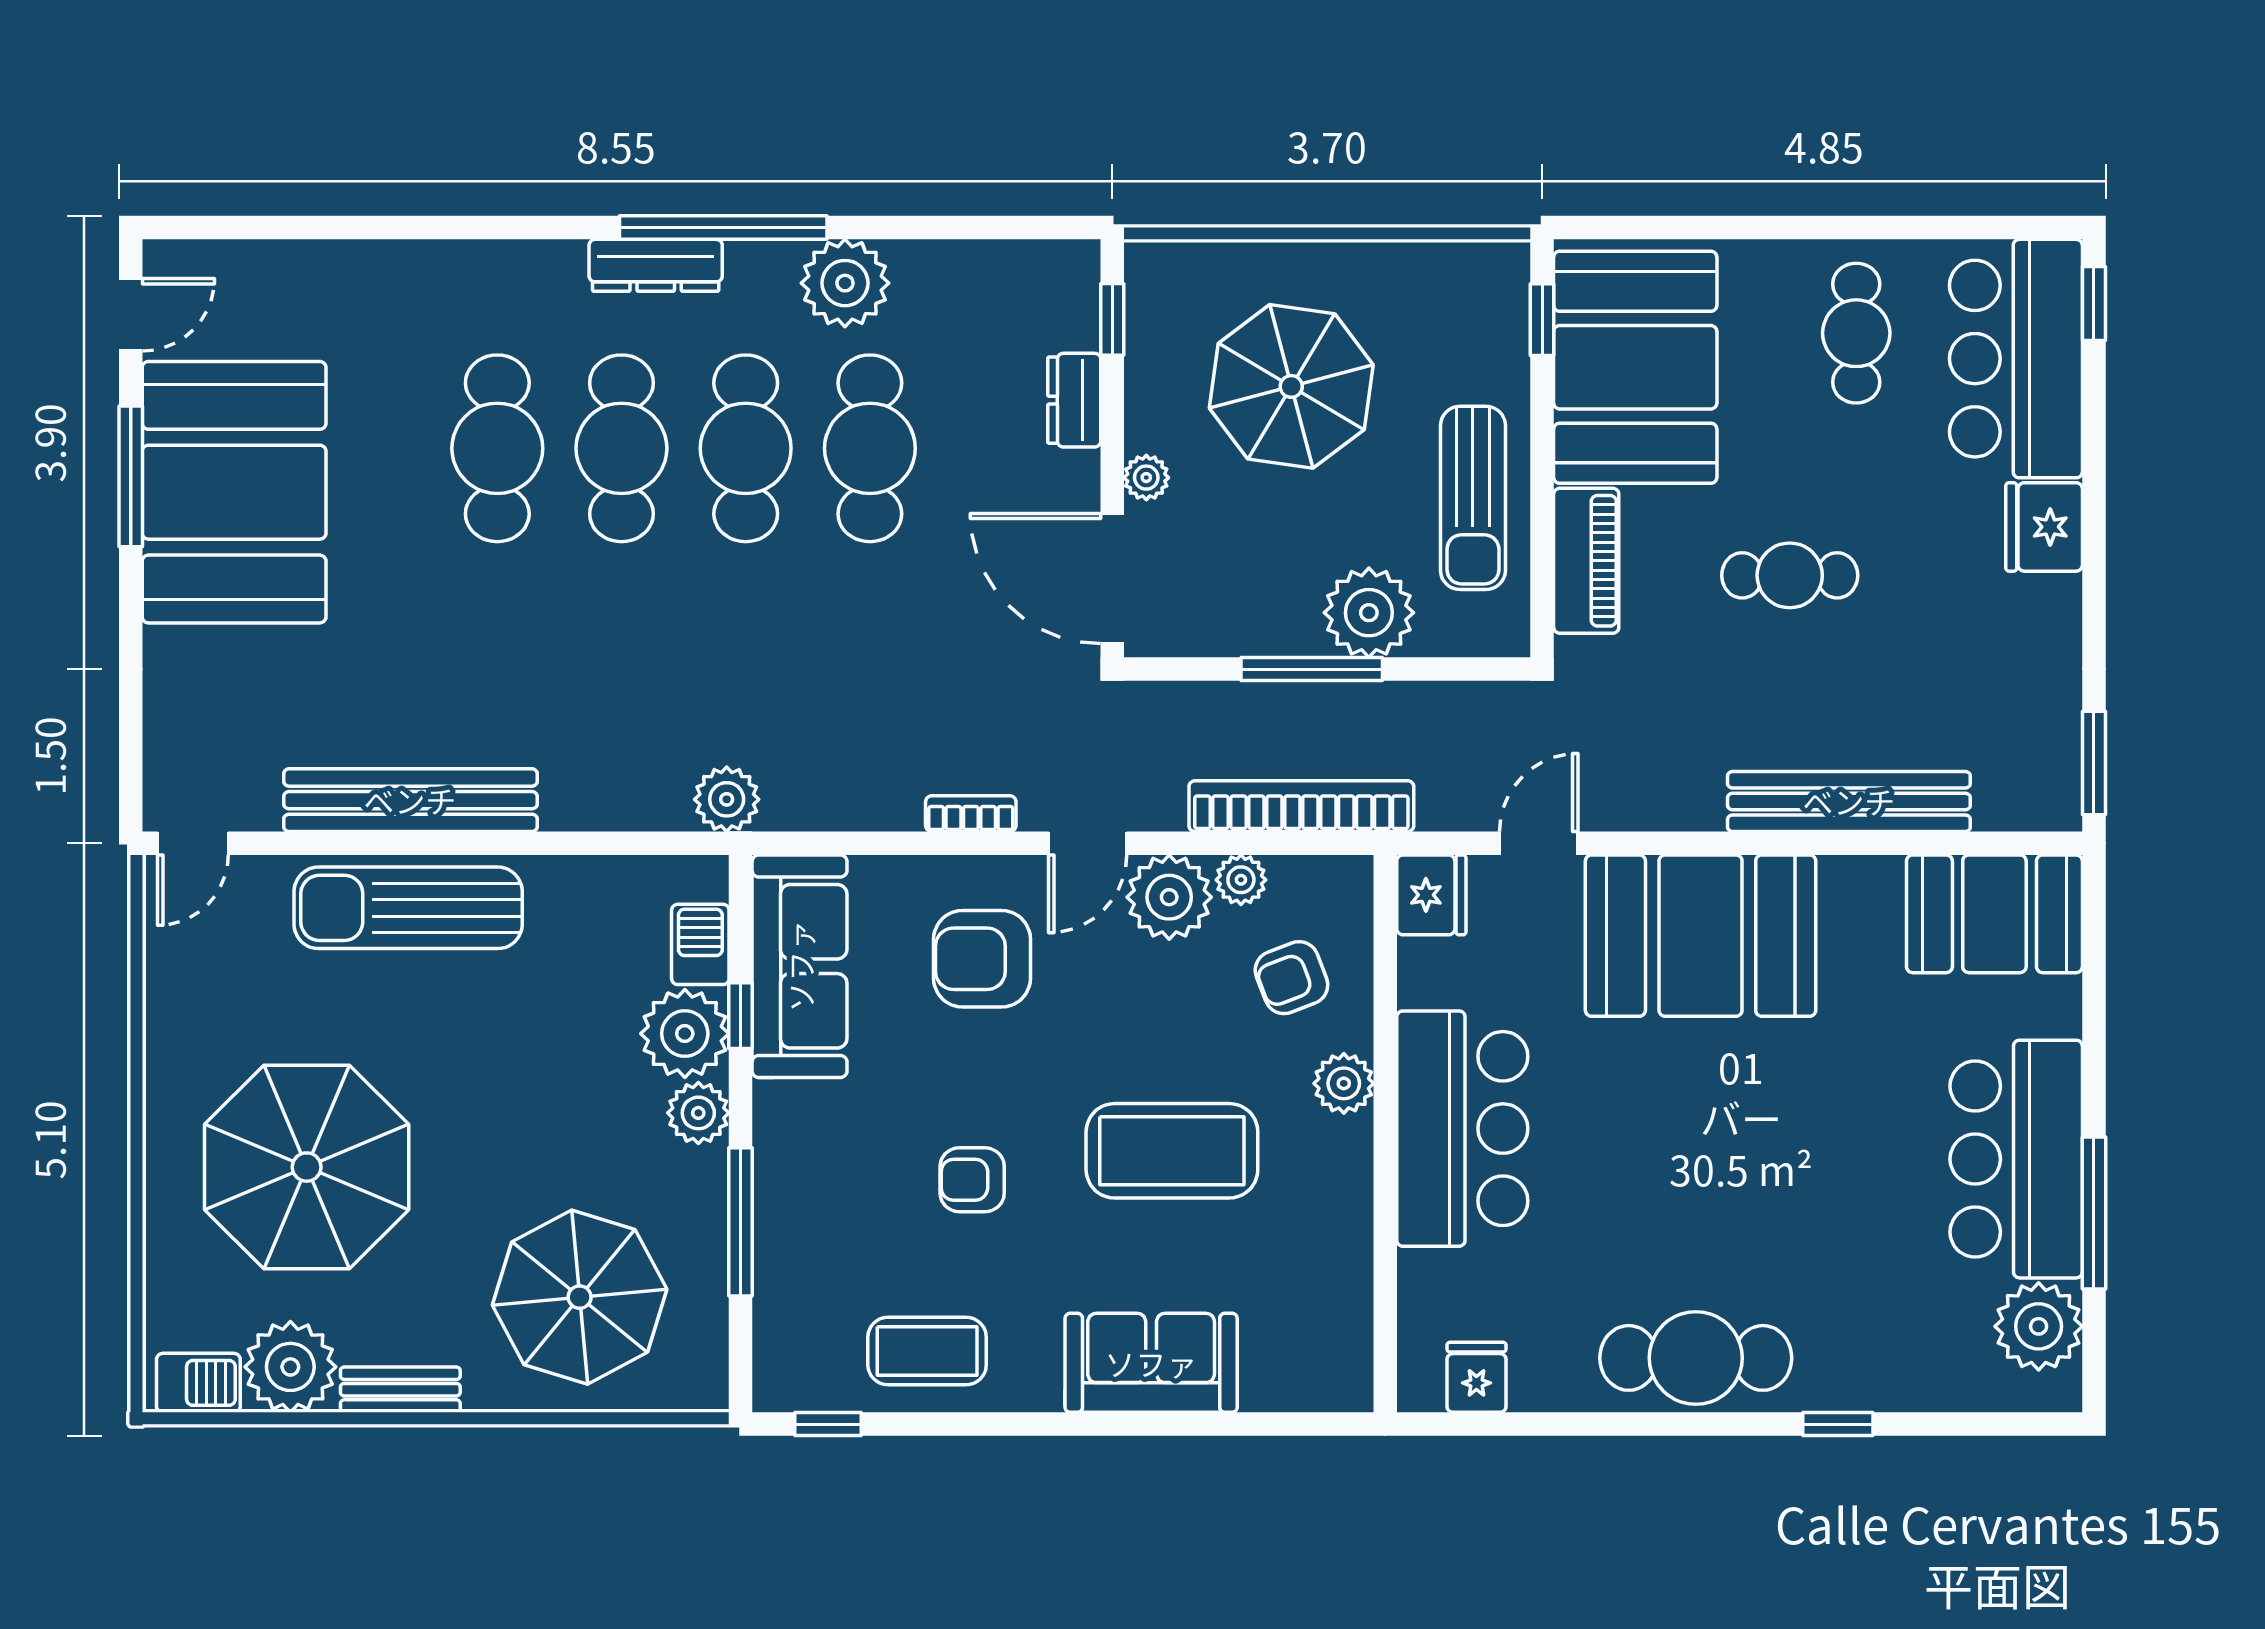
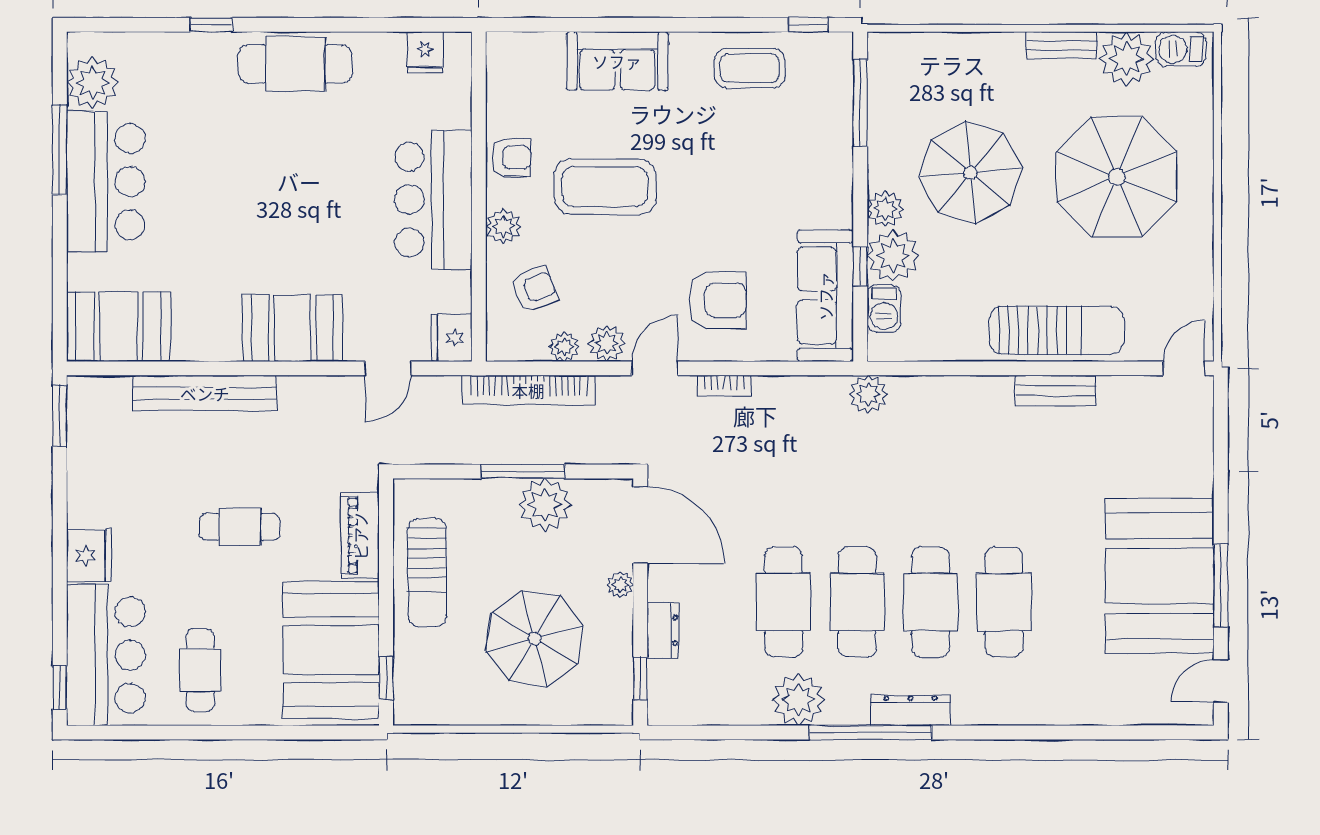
sun lounger: (1473, 498) -> (427, 573), turned 180
plant: (1369, 613) -> (545, 505), moved
bench: (410, 800) -> (1055, 391), width x0.54, depth x0.82
plant: (1169, 897) -> (607, 343), width x0.73, depth x0.73
booth: (1701, 936) -> (292, 328), width x0.73, depth x0.70
armchair: (972, 1180) -> (511, 158), moved
window: (741, 1222) -> (860, 103), moved
parasol: (580, 1297) -> (971, 173), moved

